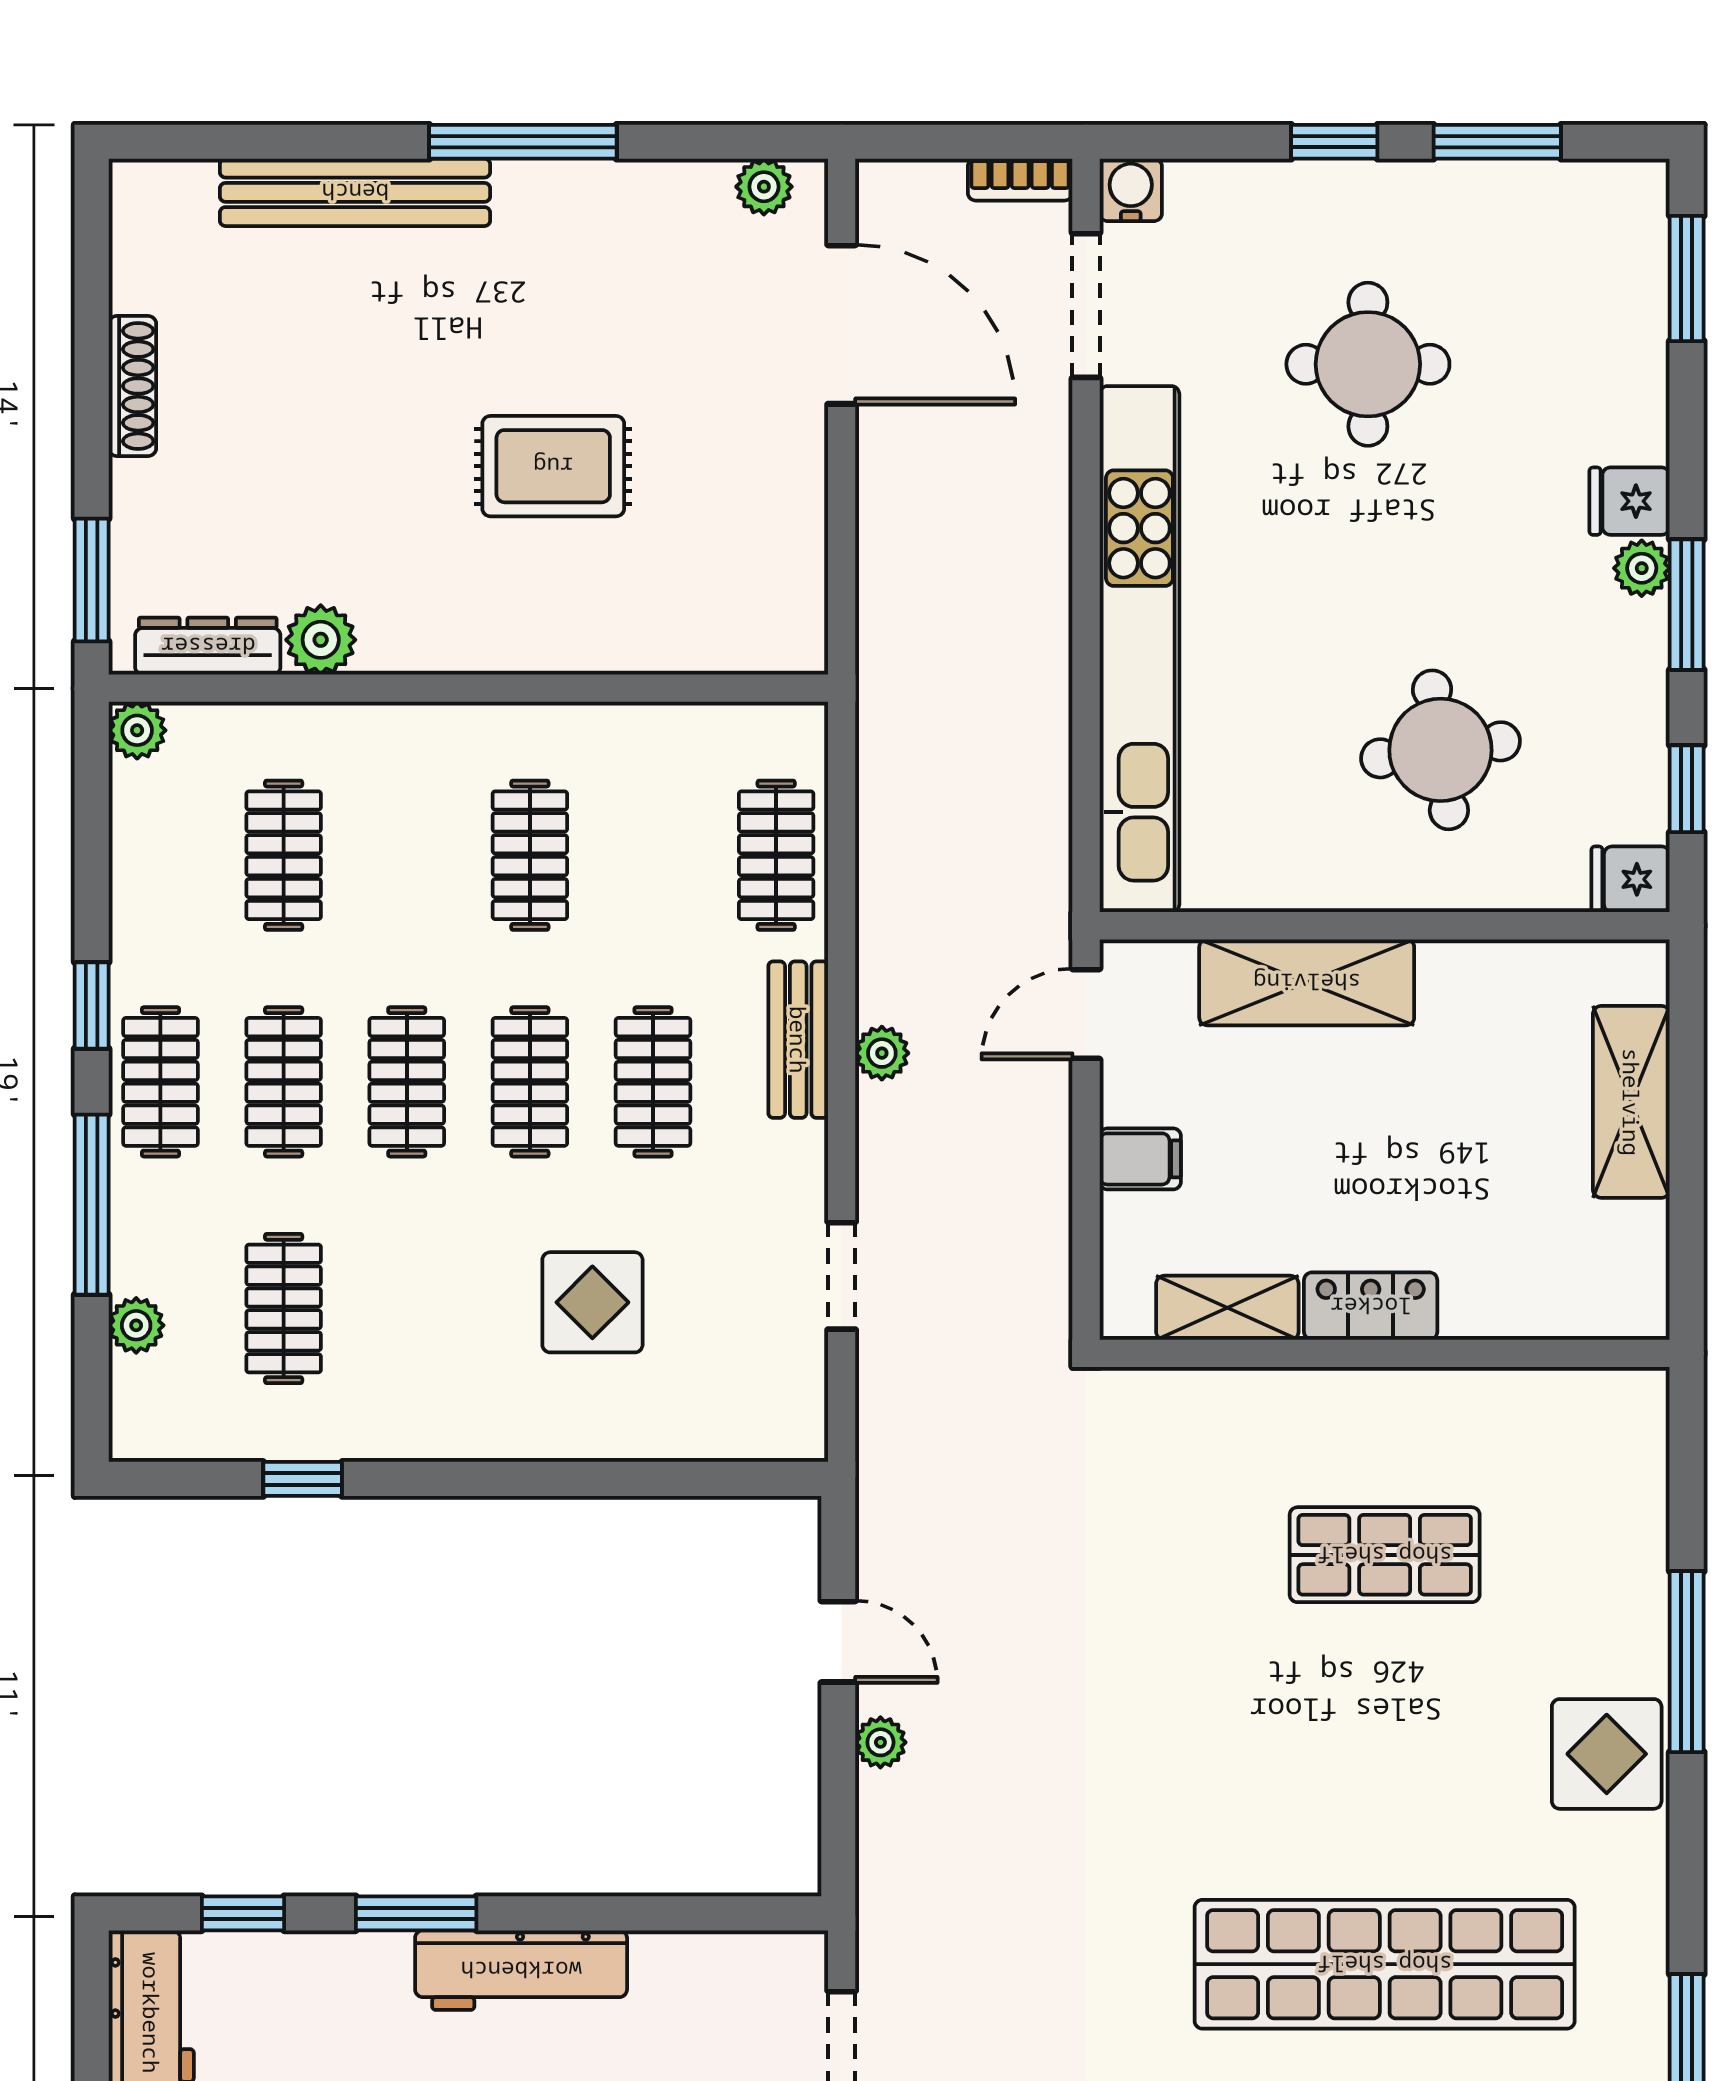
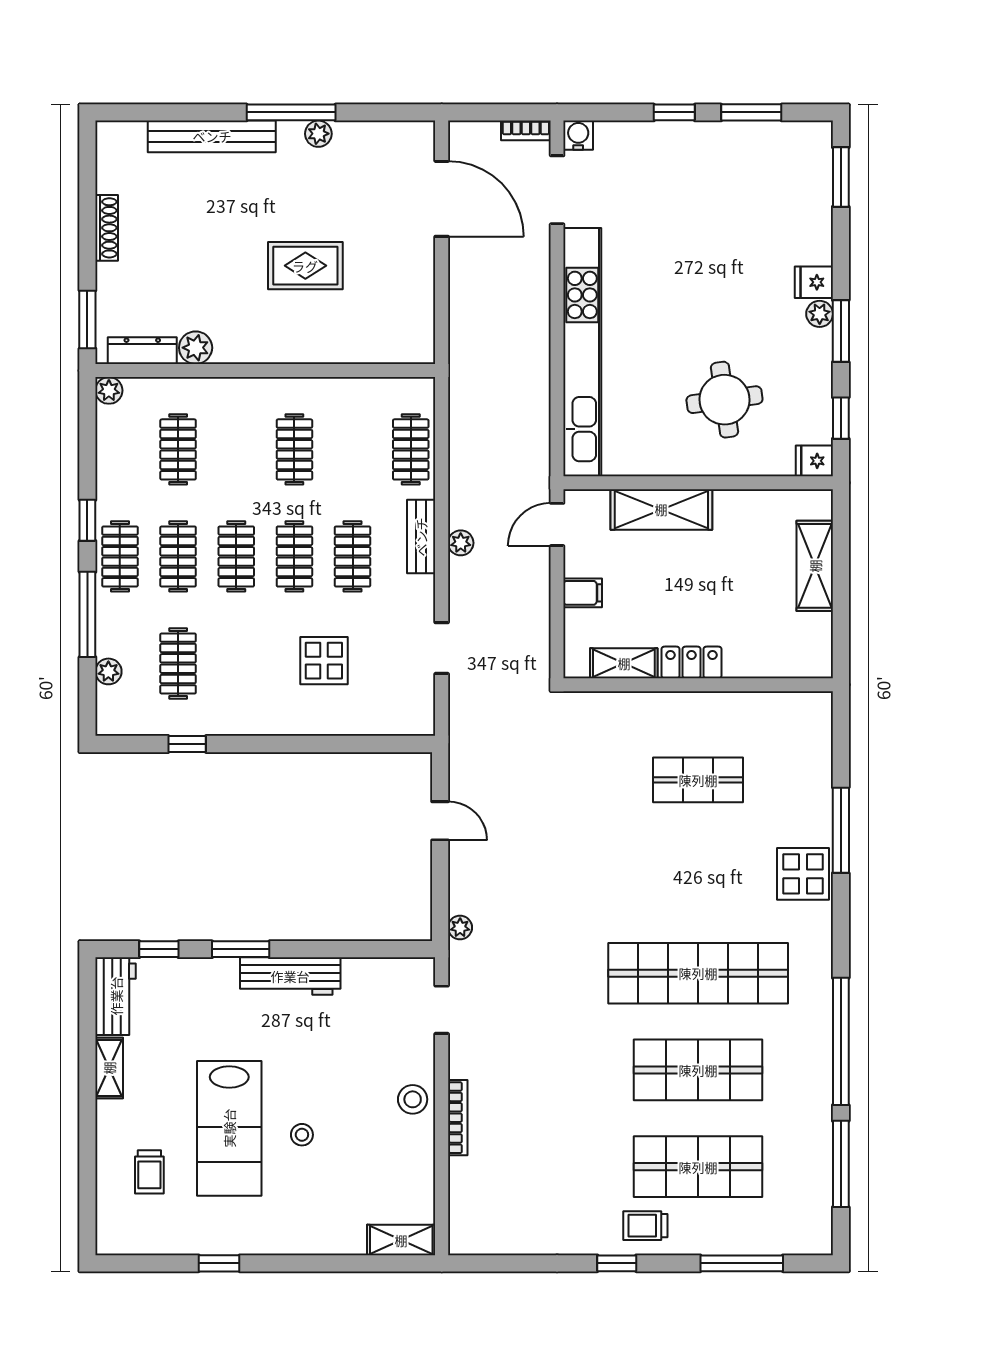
plant: (764, 187) -> (318, 134), moved
round table: (1368, 364) -> (690, 218), removed
plant: (880, 1742) -> (460, 928), moved

